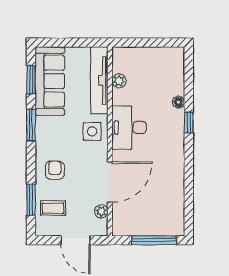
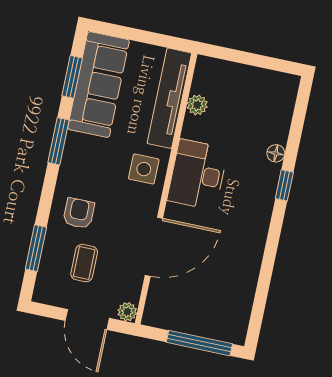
coffee table: (53, 208) -> (84, 263), moved, turned 90
plant: (101, 211) -> (127, 312), moved

